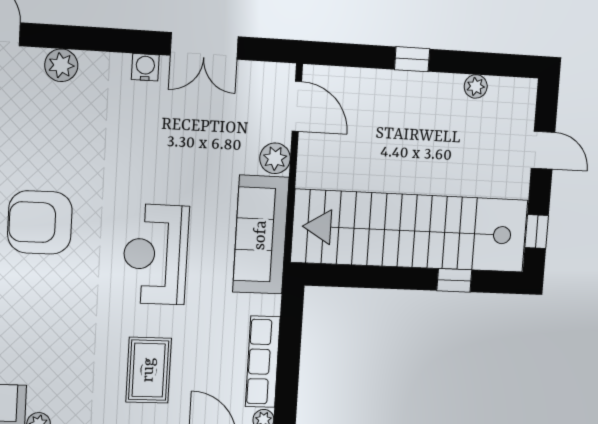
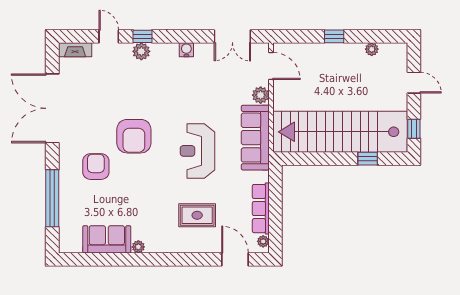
window: (65, 37) -> (143, 36), added
double door: (204, 46) -> (232, 36), moved
armchair: (40, 222) -> (134, 136), turned -90
rug: (149, 370) -> (197, 215), turned 90

